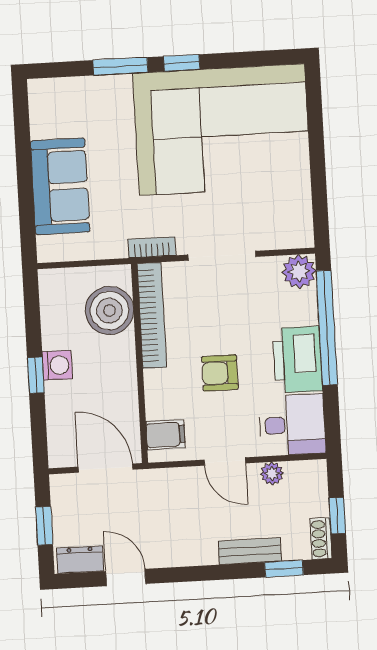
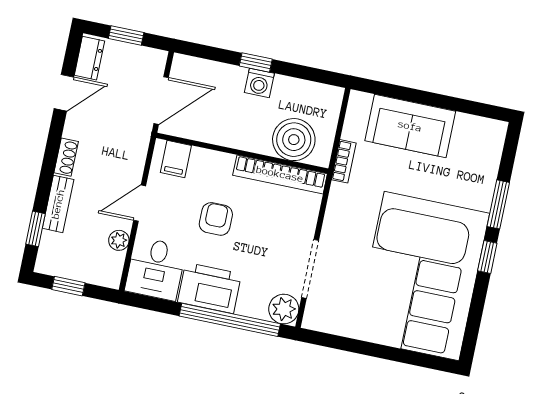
bookcase: (152, 247) -> (344, 161), moved
doorway: (222, 256) -> (310, 269), moved
shoe rack: (321, 539) -> (66, 157), moved, turned 90

